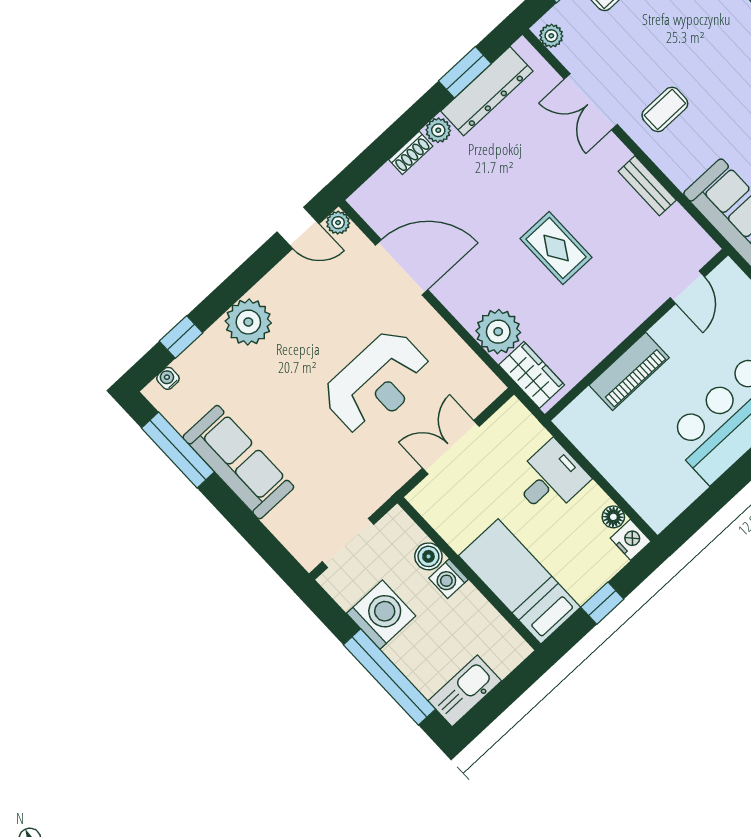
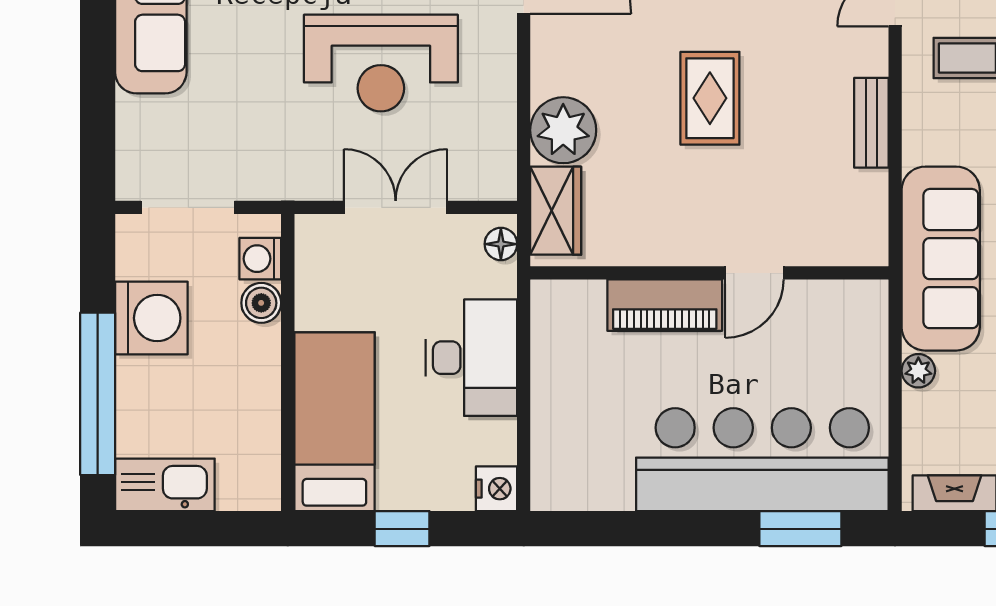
door: (687, 287) -> (754, 273), moved
desk: (550, 479) -> (471, 358), width x1.37
floor lamp: (613, 517) -> (501, 244), moved
washing machine: (448, 579) -> (260, 259), moved

